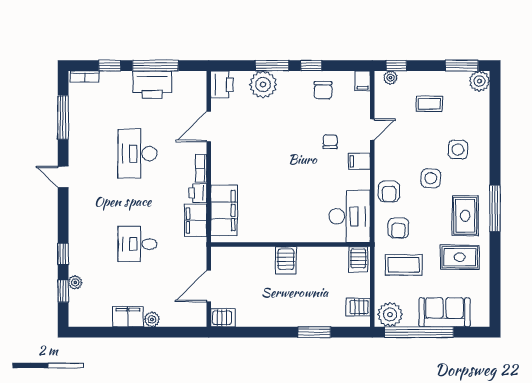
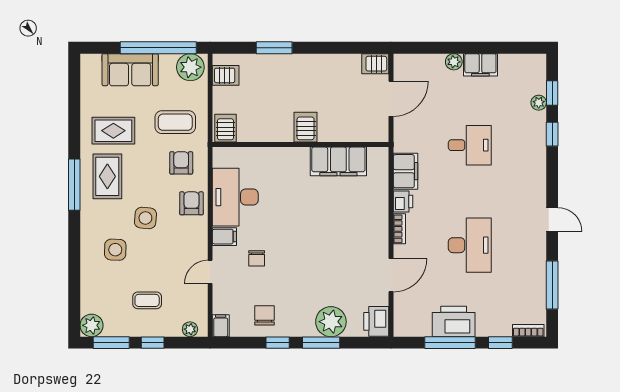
window: (396, 66) -> (153, 343), moved
filing cabinet: (224, 210) -> (338, 161), moved, turned -90
desk: (350, 216) -> (235, 197), moved

